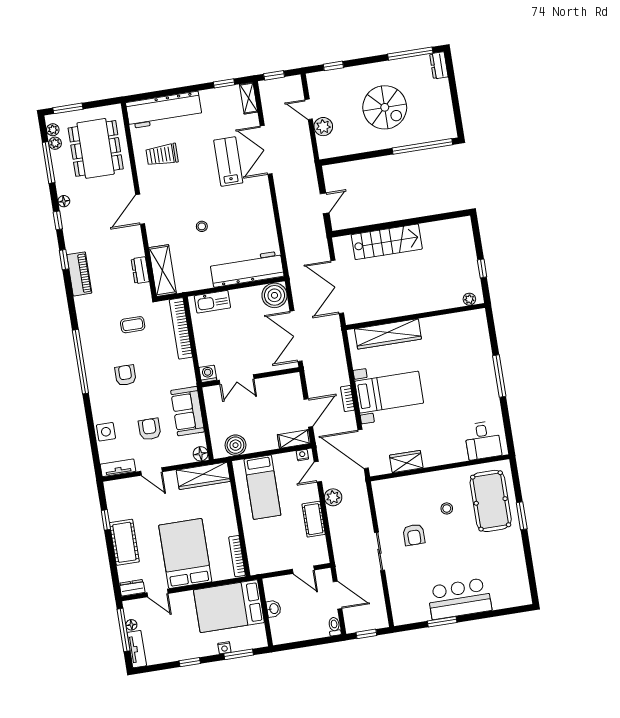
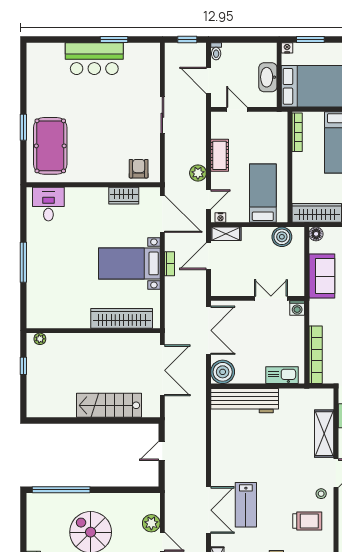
stool: (202, 226) -> (321, 494), moved
shelving: (163, 271) -> (324, 434), moved
stool: (447, 508) -> (93, 145), removed
armchair: (414, 535) -> (139, 169), moved
washbasin: (274, 609) -> (268, 77), width x1.91, depth x1.45
nightstand: (224, 648) -> (287, 48), moved

